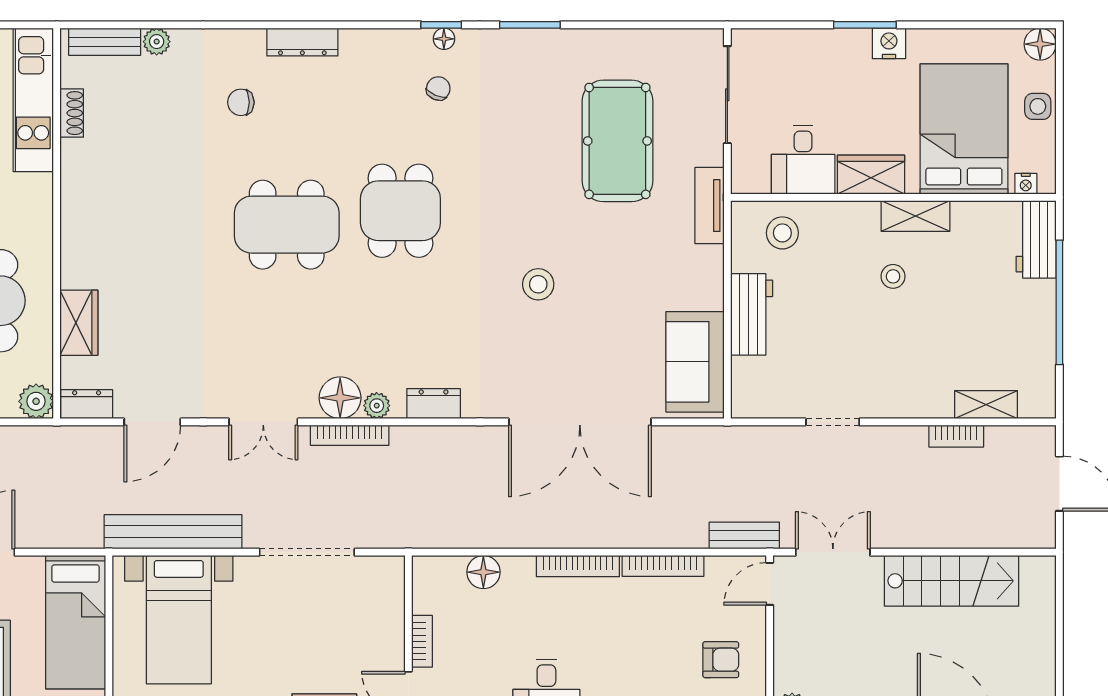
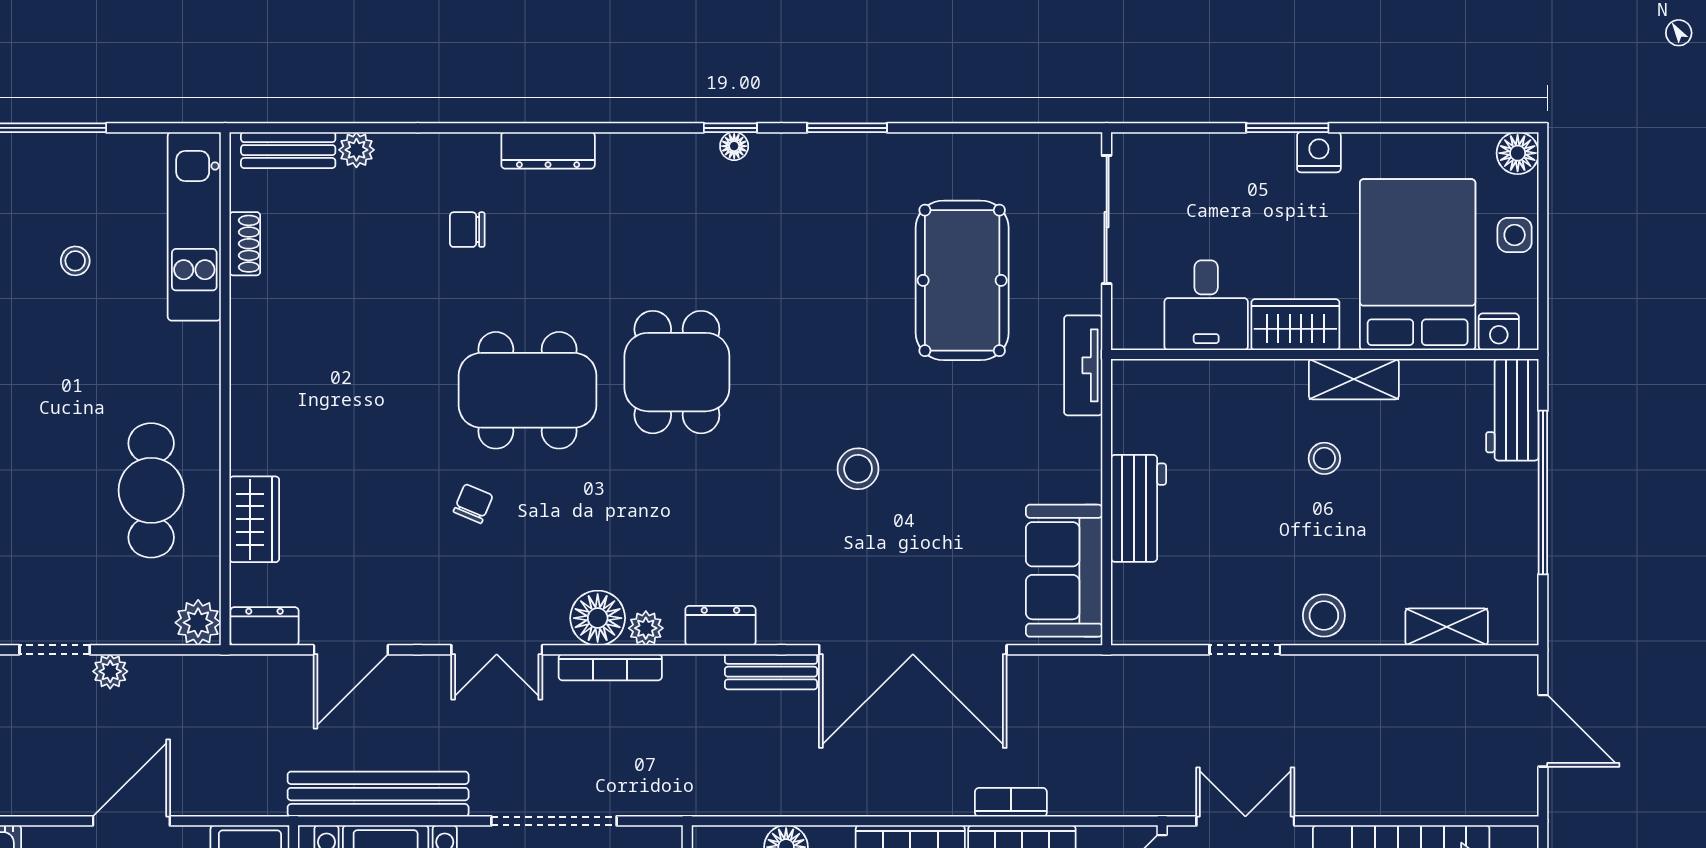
chair: (438, 88) -> (473, 504), moved
nightstand: (1026, 184) -> (1499, 332), width x1.39, depth x1.35
stool: (782, 233) -> (1324, 615), moved
bookcase: (956, 436) -> (1011, 802), moved, turned 180
bench: (744, 536) -> (771, 672), moved

